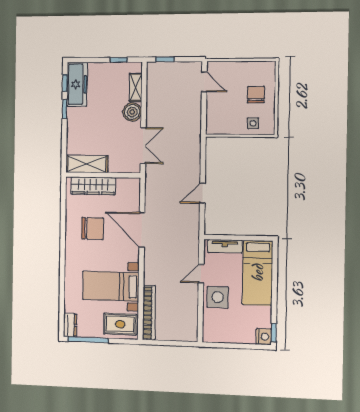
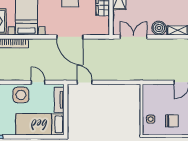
double door: (143, 146) -> (134, 37), swing flipped
door: (202, 193) -> (85, 82), moved
door: (142, 230) -> (70, 37), swing flipped

